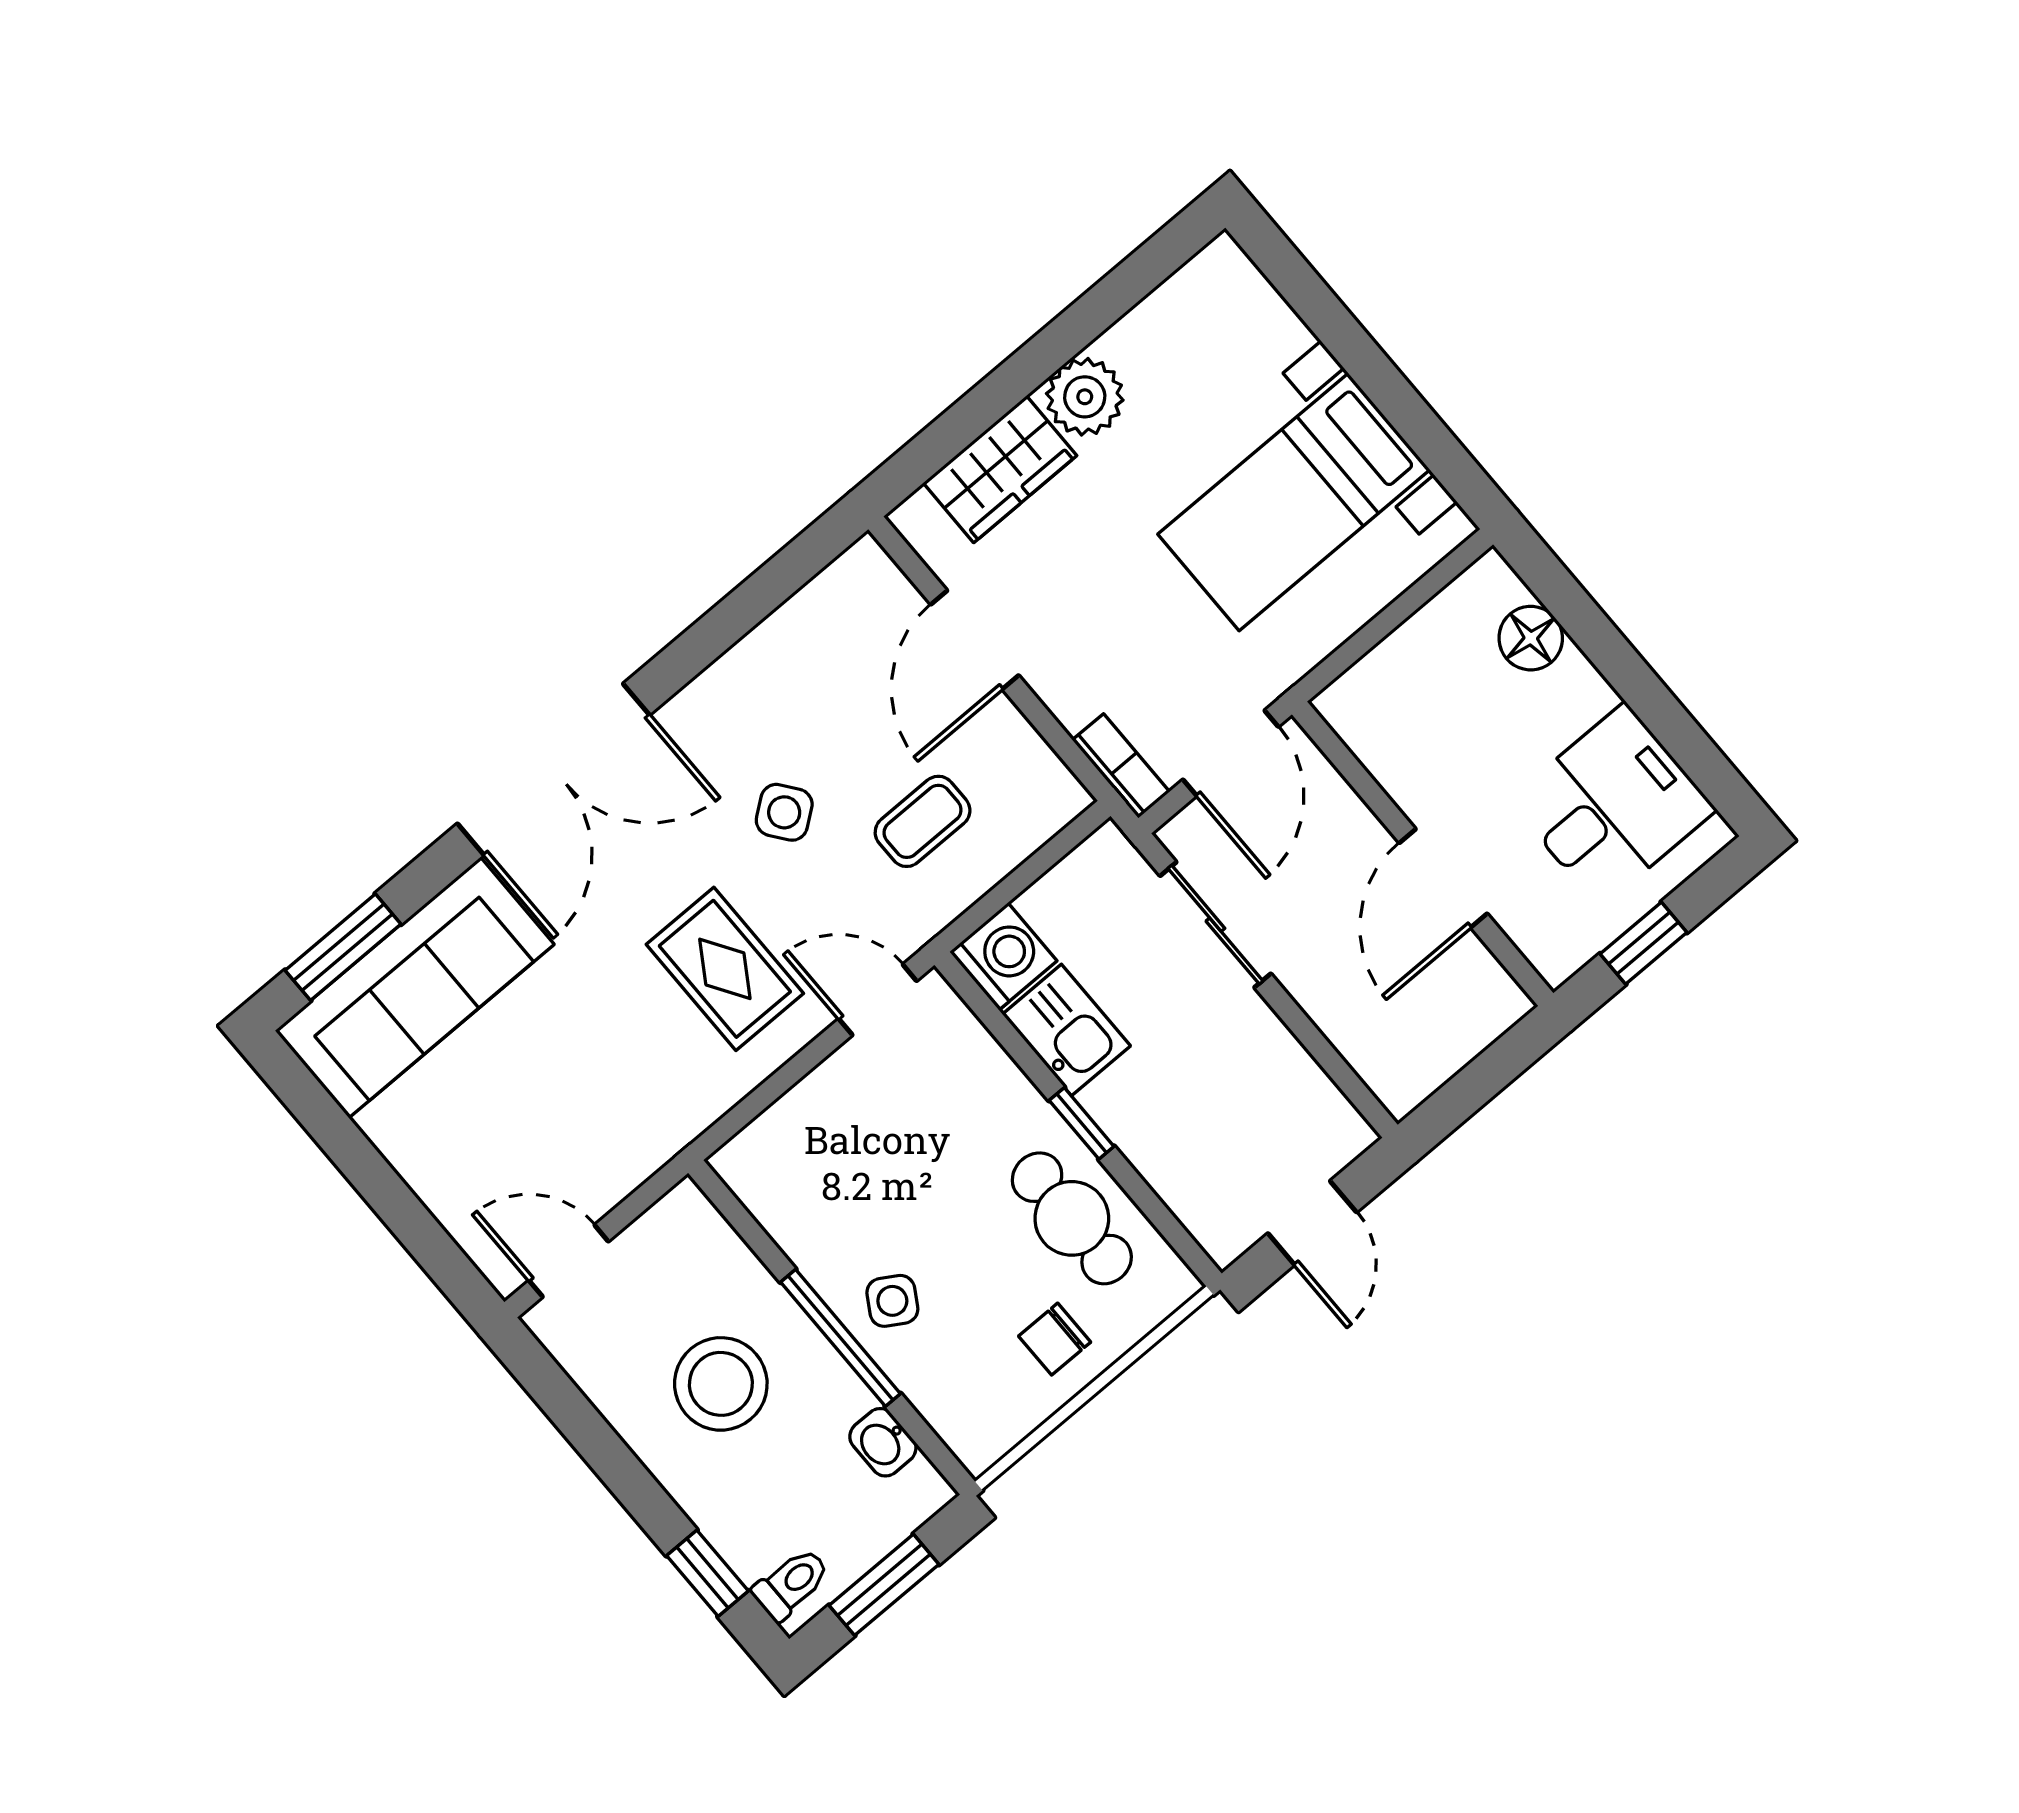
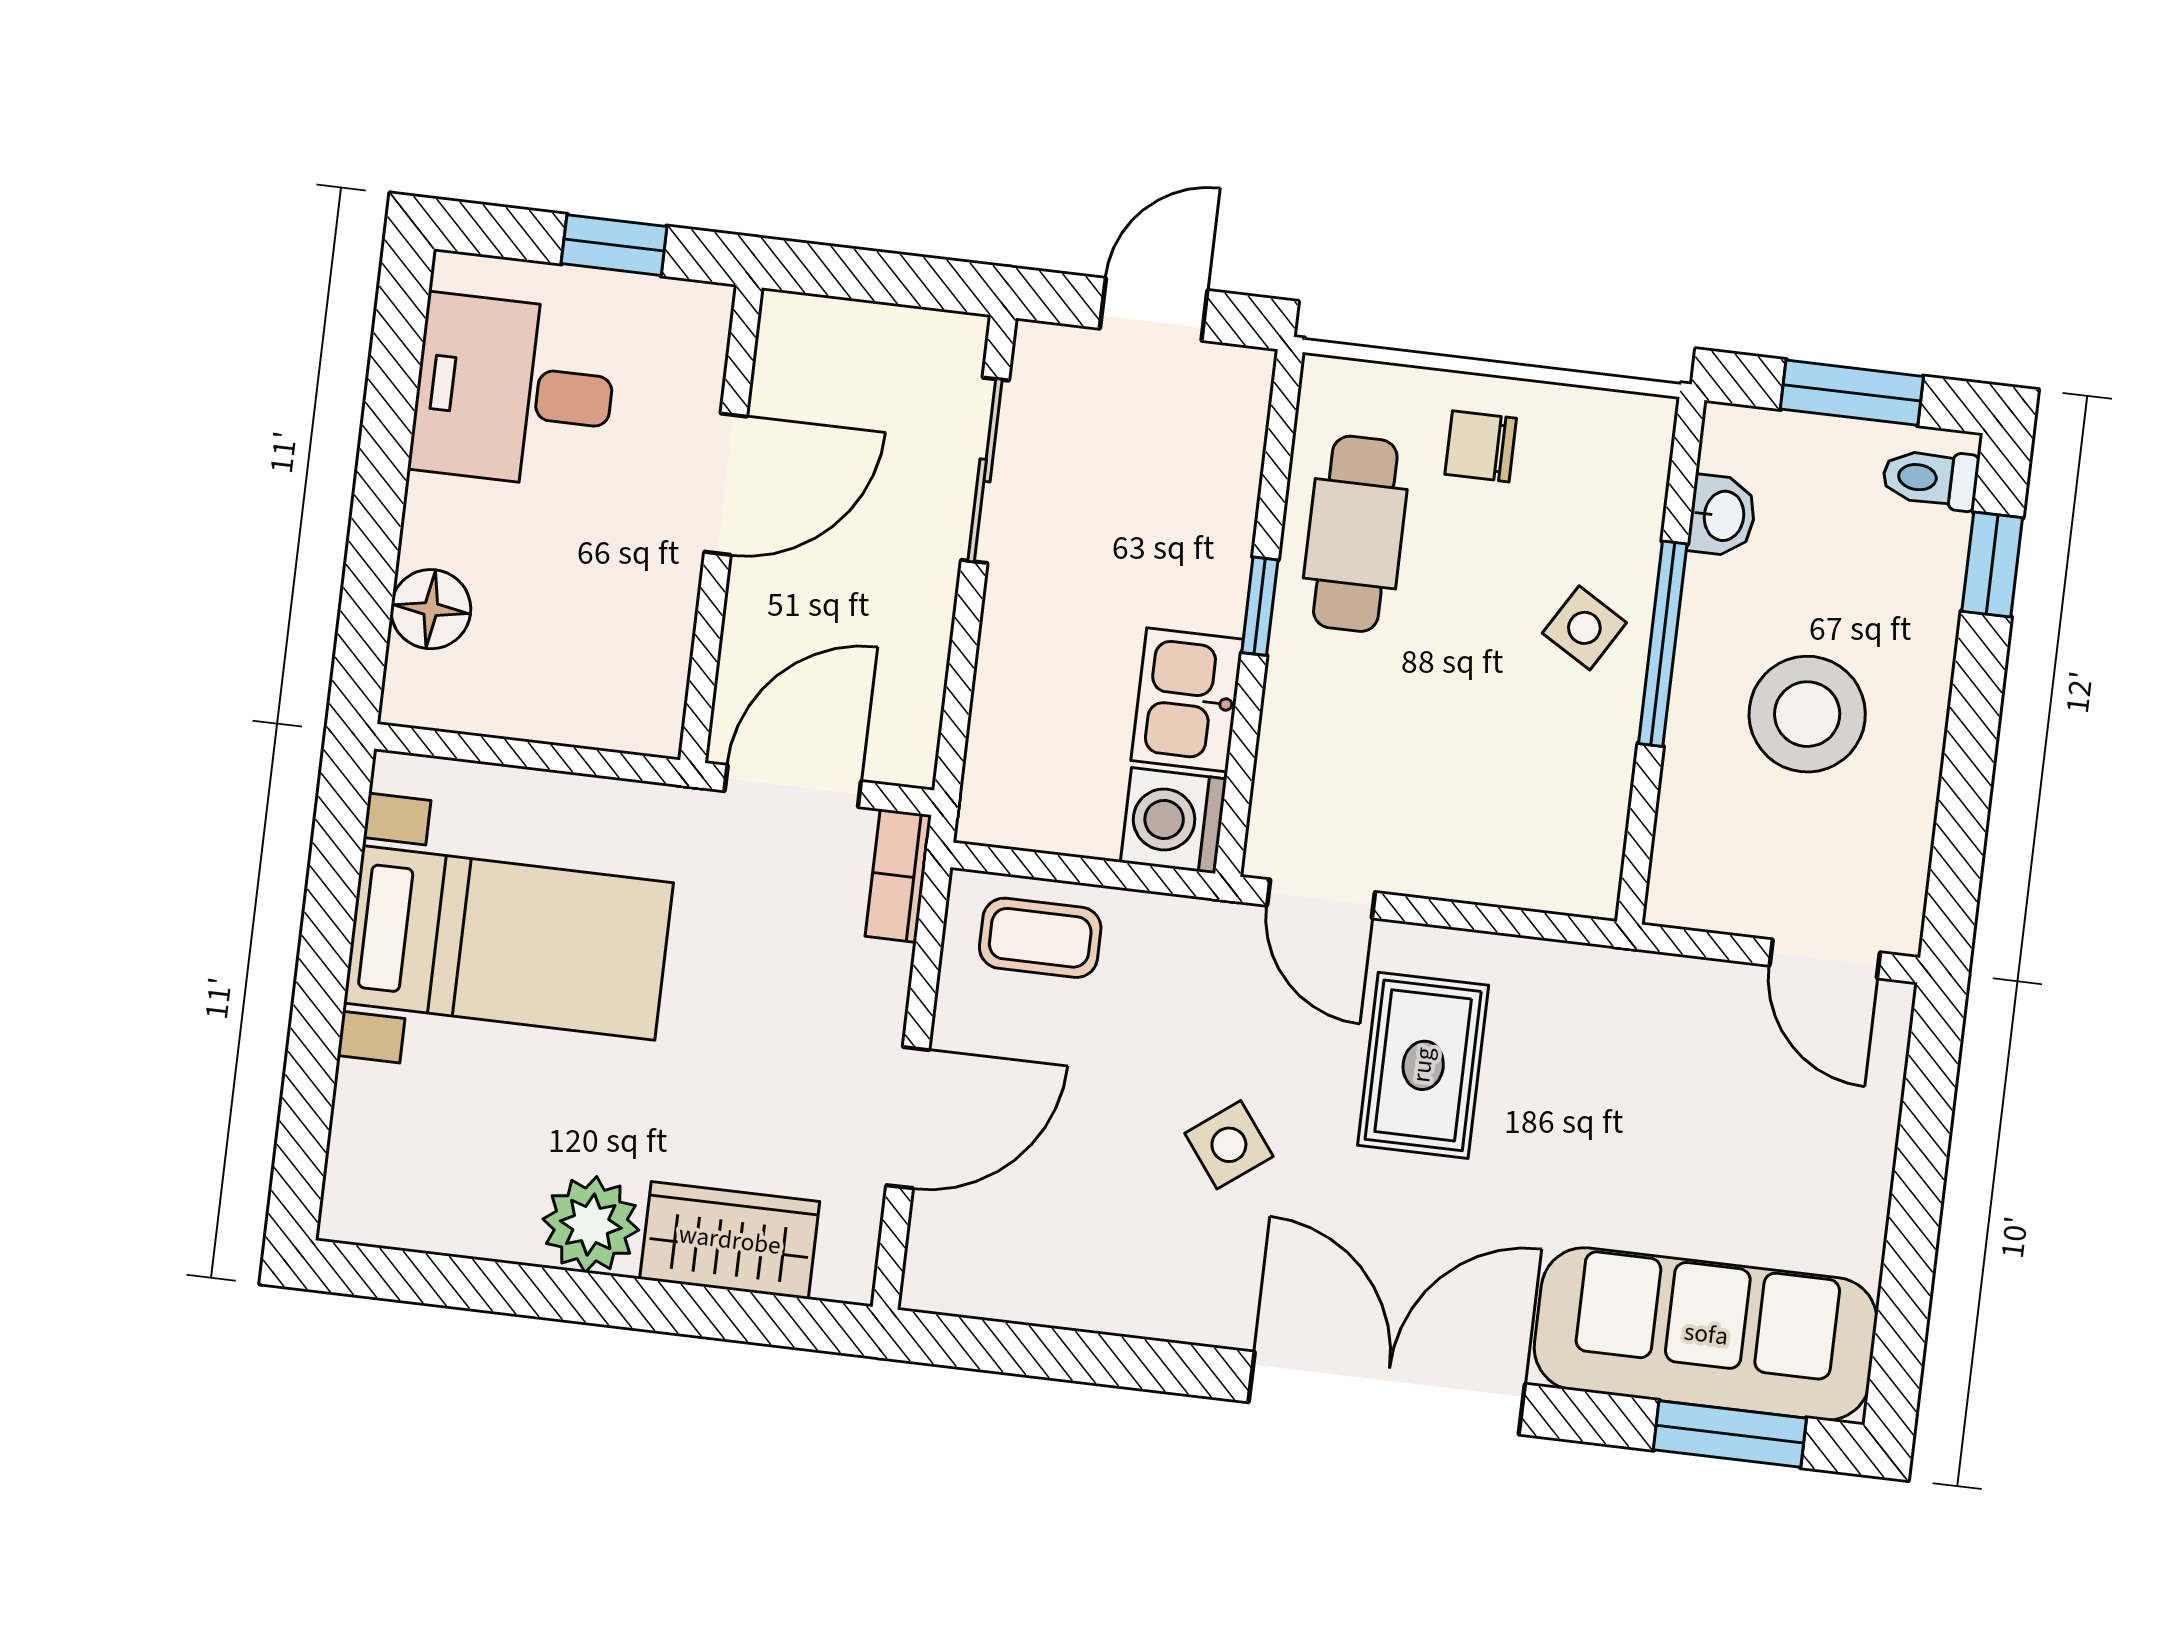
coffee table: (923, 821) -> (1040, 938), moved
sliding door: (1215, 925) -> (985, 470), moved
chair: (1055, 1339) -> (1481, 446), turned 180

